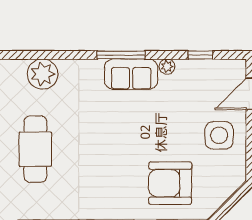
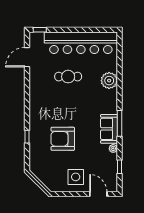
cafe table: (35, 149) -> (68, 77), width x0.73, depth x0.74
armchair: (170, 183) -> (63, 139), moved, turned -90

